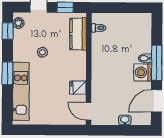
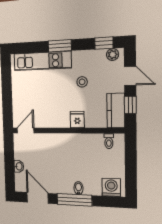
kitchen counter: (78, 34) -> (116, 111), moved, turned -90
washing machine: (143, 72) -> (111, 187), moved
fridge: (78, 88) -> (77, 120), moved

